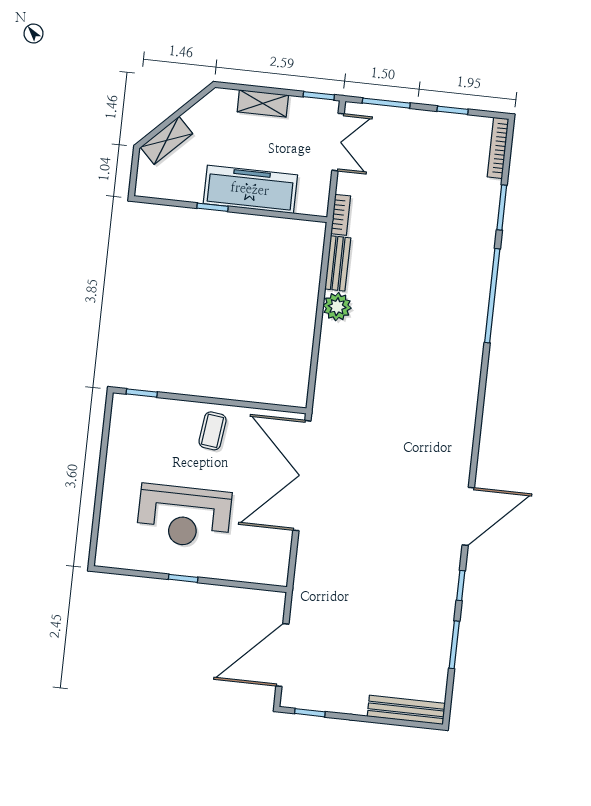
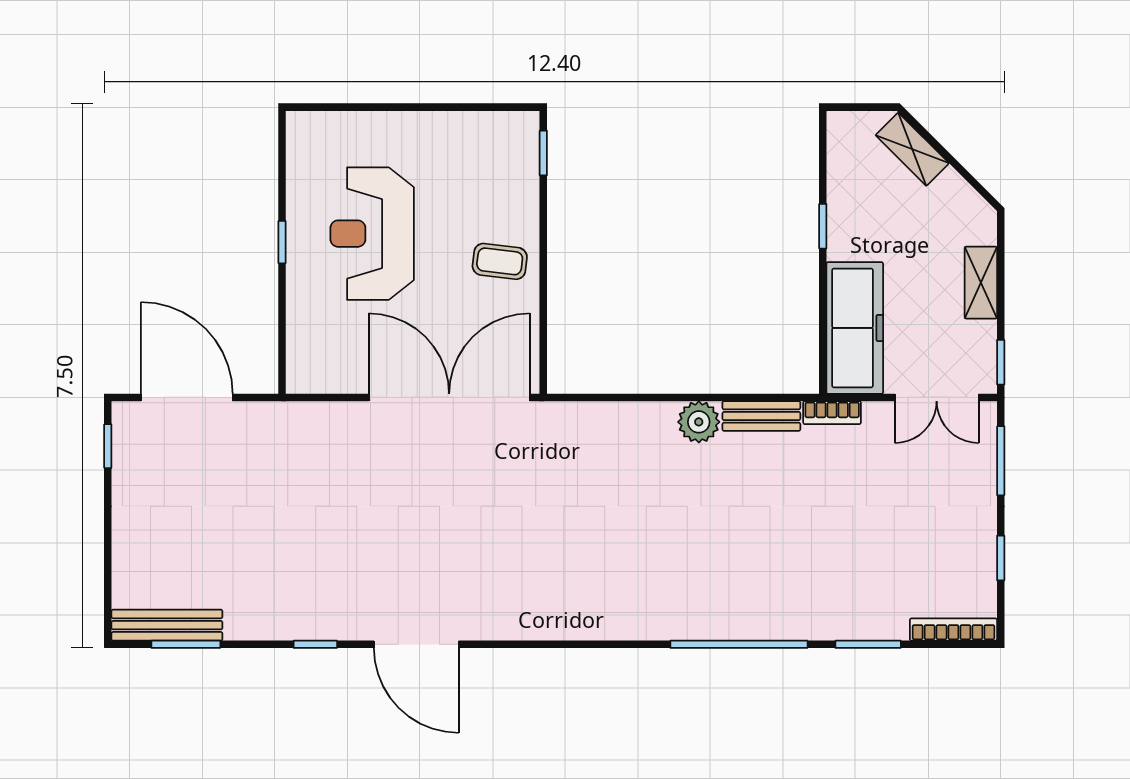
freezer: (250, 189) -> (855, 328), moved
window: (454, 645) -> (186, 644), moved
bench: (406, 710) -> (167, 625), moved, turned 90

